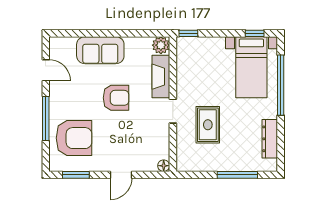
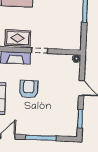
rug: (208, 125) -> (18, 38), moved
armchair: (74, 138) -> (55, 119), removed

